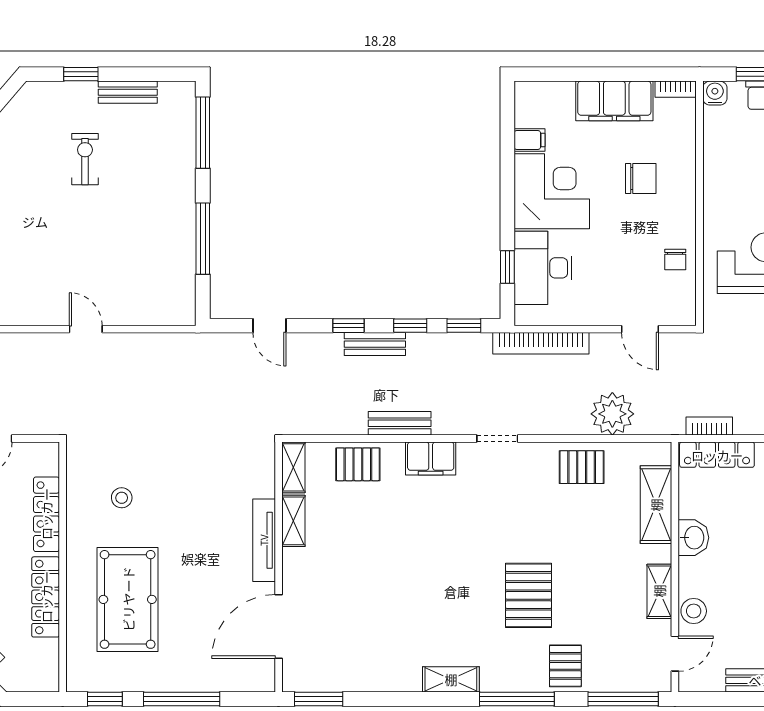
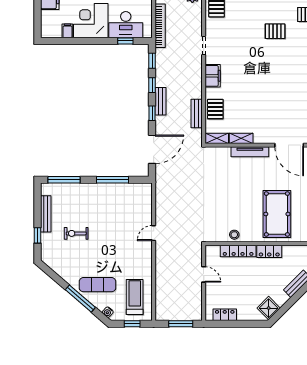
bench: (128, 92) -> (46, 214), width x1.36
door: (269, 326) -> (152, 149), width x1.87
bench: (400, 423) -> (197, 113), moved
stool: (122, 498) -> (234, 235), moved
pallet: (529, 595) -> (275, 31), width x0.67, depth x0.71
locker: (46, 597) -> (269, 251), width x0.66
pool table: (128, 599) -> (277, 214), turned 90

